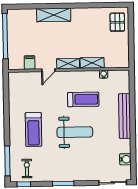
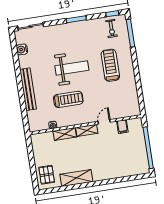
shelving: (54, 15) -> (76, 178), moved
treadmill: (83, 99) -> (68, 99), turned 180
weight bench: (75, 132) -> (72, 68), turned 180

